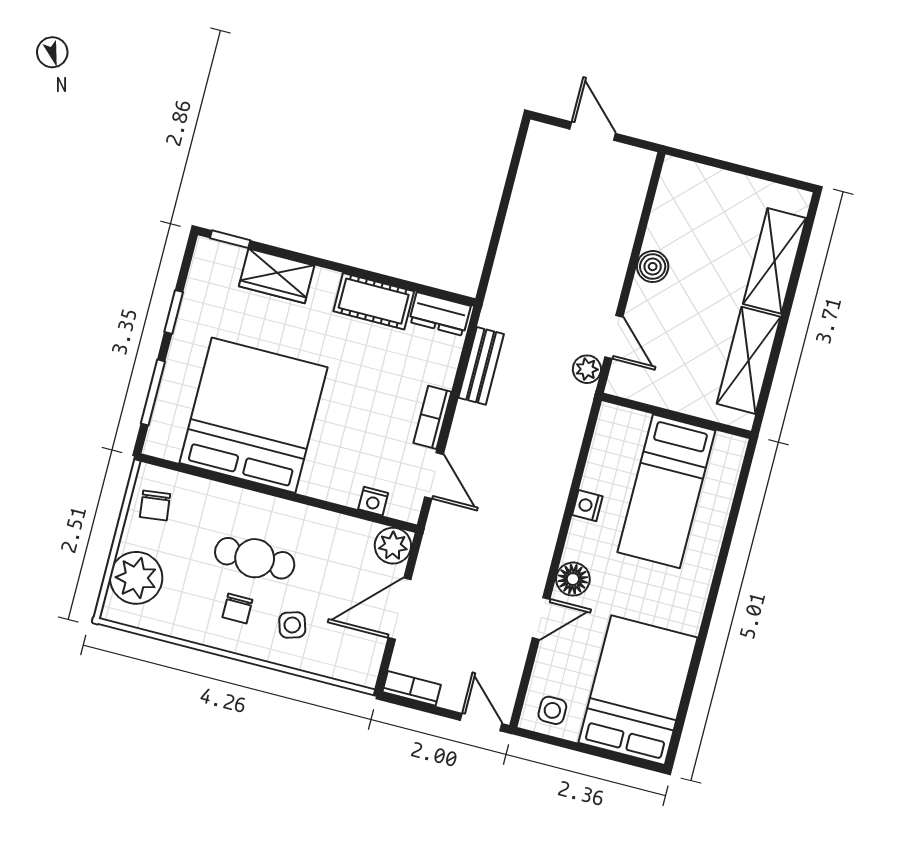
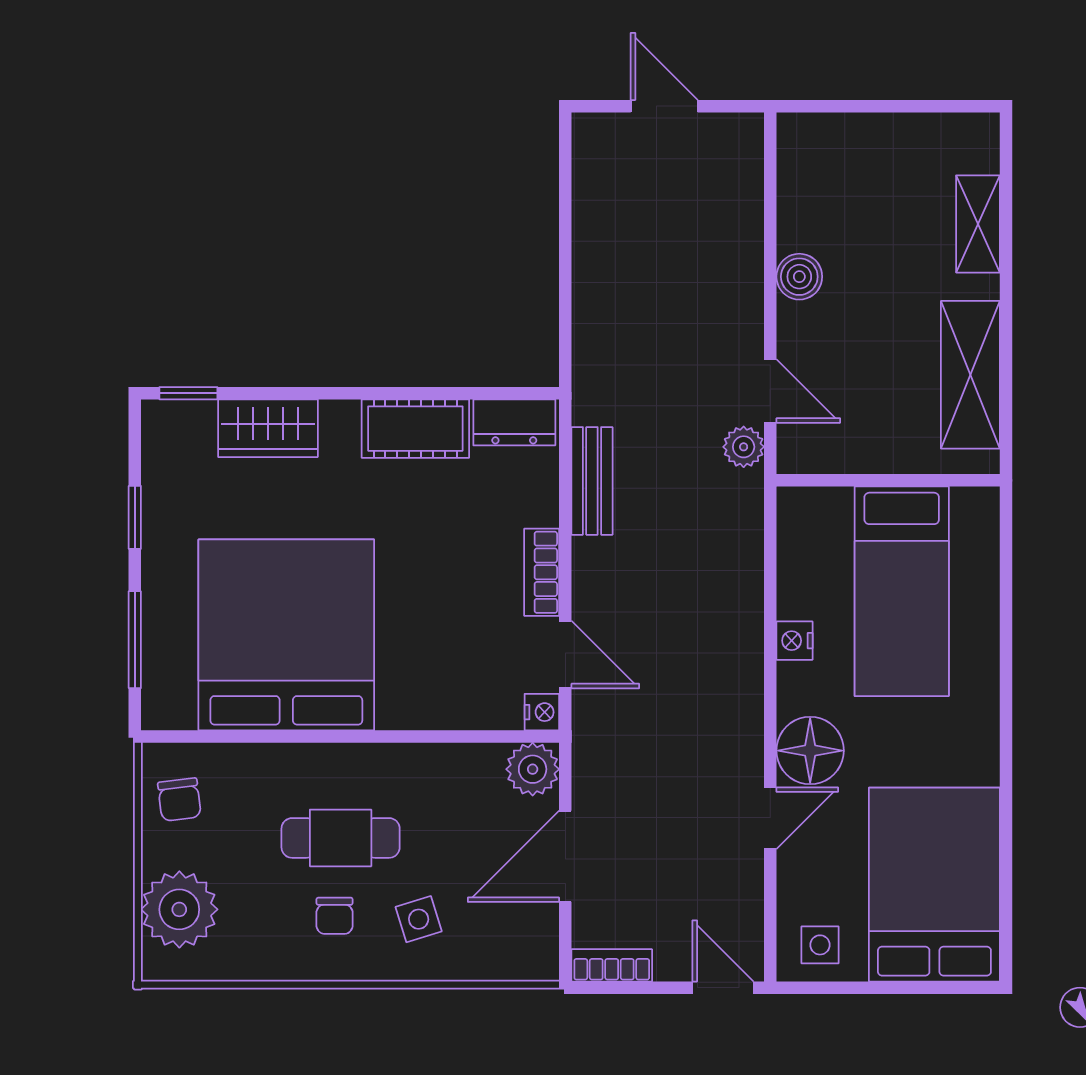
shelving: (775, 261) -> (978, 224), width x0.67, depth x0.75
nightstand: (373, 501) -> (542, 712), moved, turned -90
floor lamp: (573, 579) -> (810, 751), width x1.38, depth x1.38

